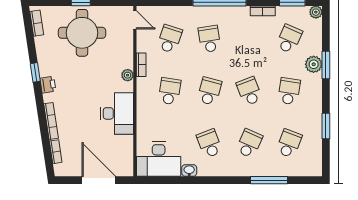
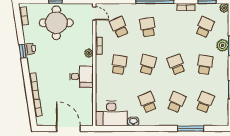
school desk: (170, 39) -> (119, 27), turned -42
printer: (48, 85) -> (30, 49), moved
desk: (117, 113) -> (81, 77), width x0.73

